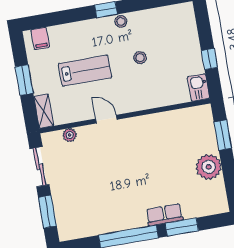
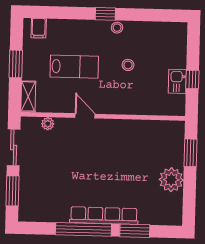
kitchen sink: (198, 88) -> (177, 81), moved
row of seats: (164, 215) -> (104, 216), width x2.02

